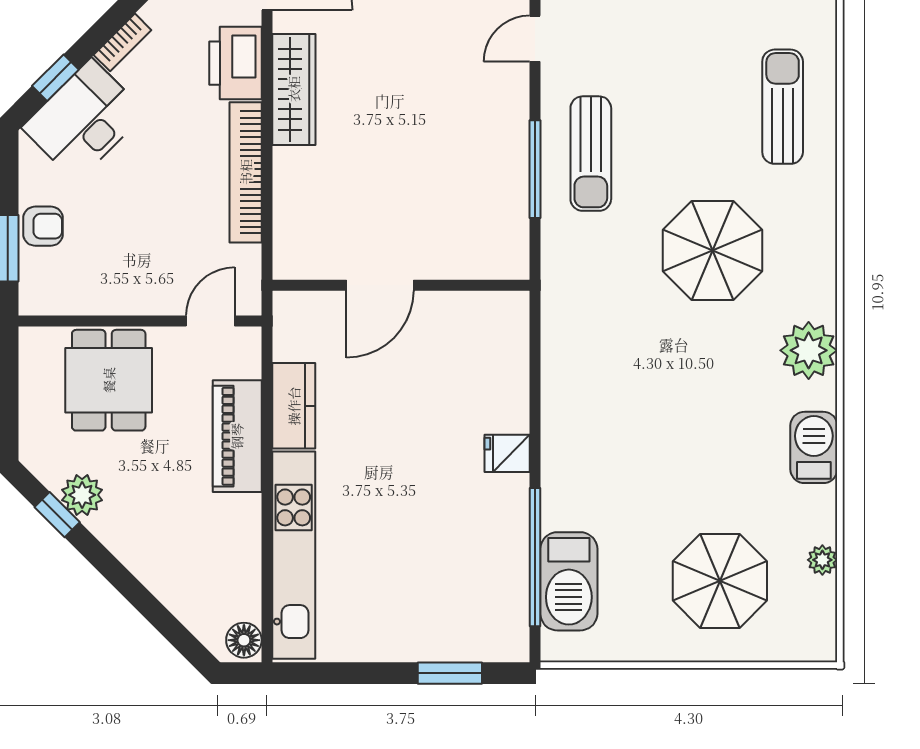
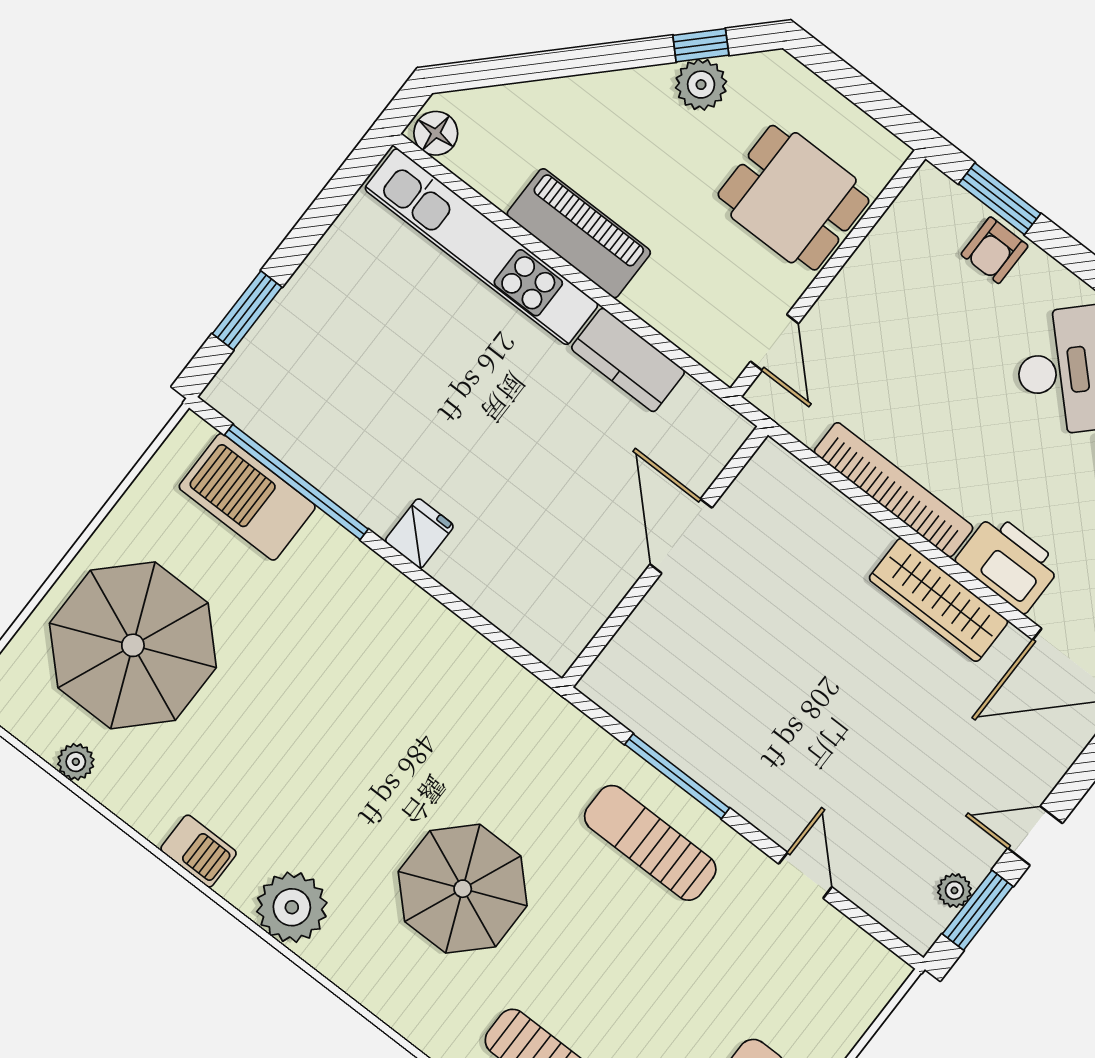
piano: (237, 436) -> (579, 233), moved
barbecue: (814, 447) -> (199, 851), width x0.73, depth x0.79
parasol: (720, 581) -> (133, 645), width x1.36, depth x1.36

